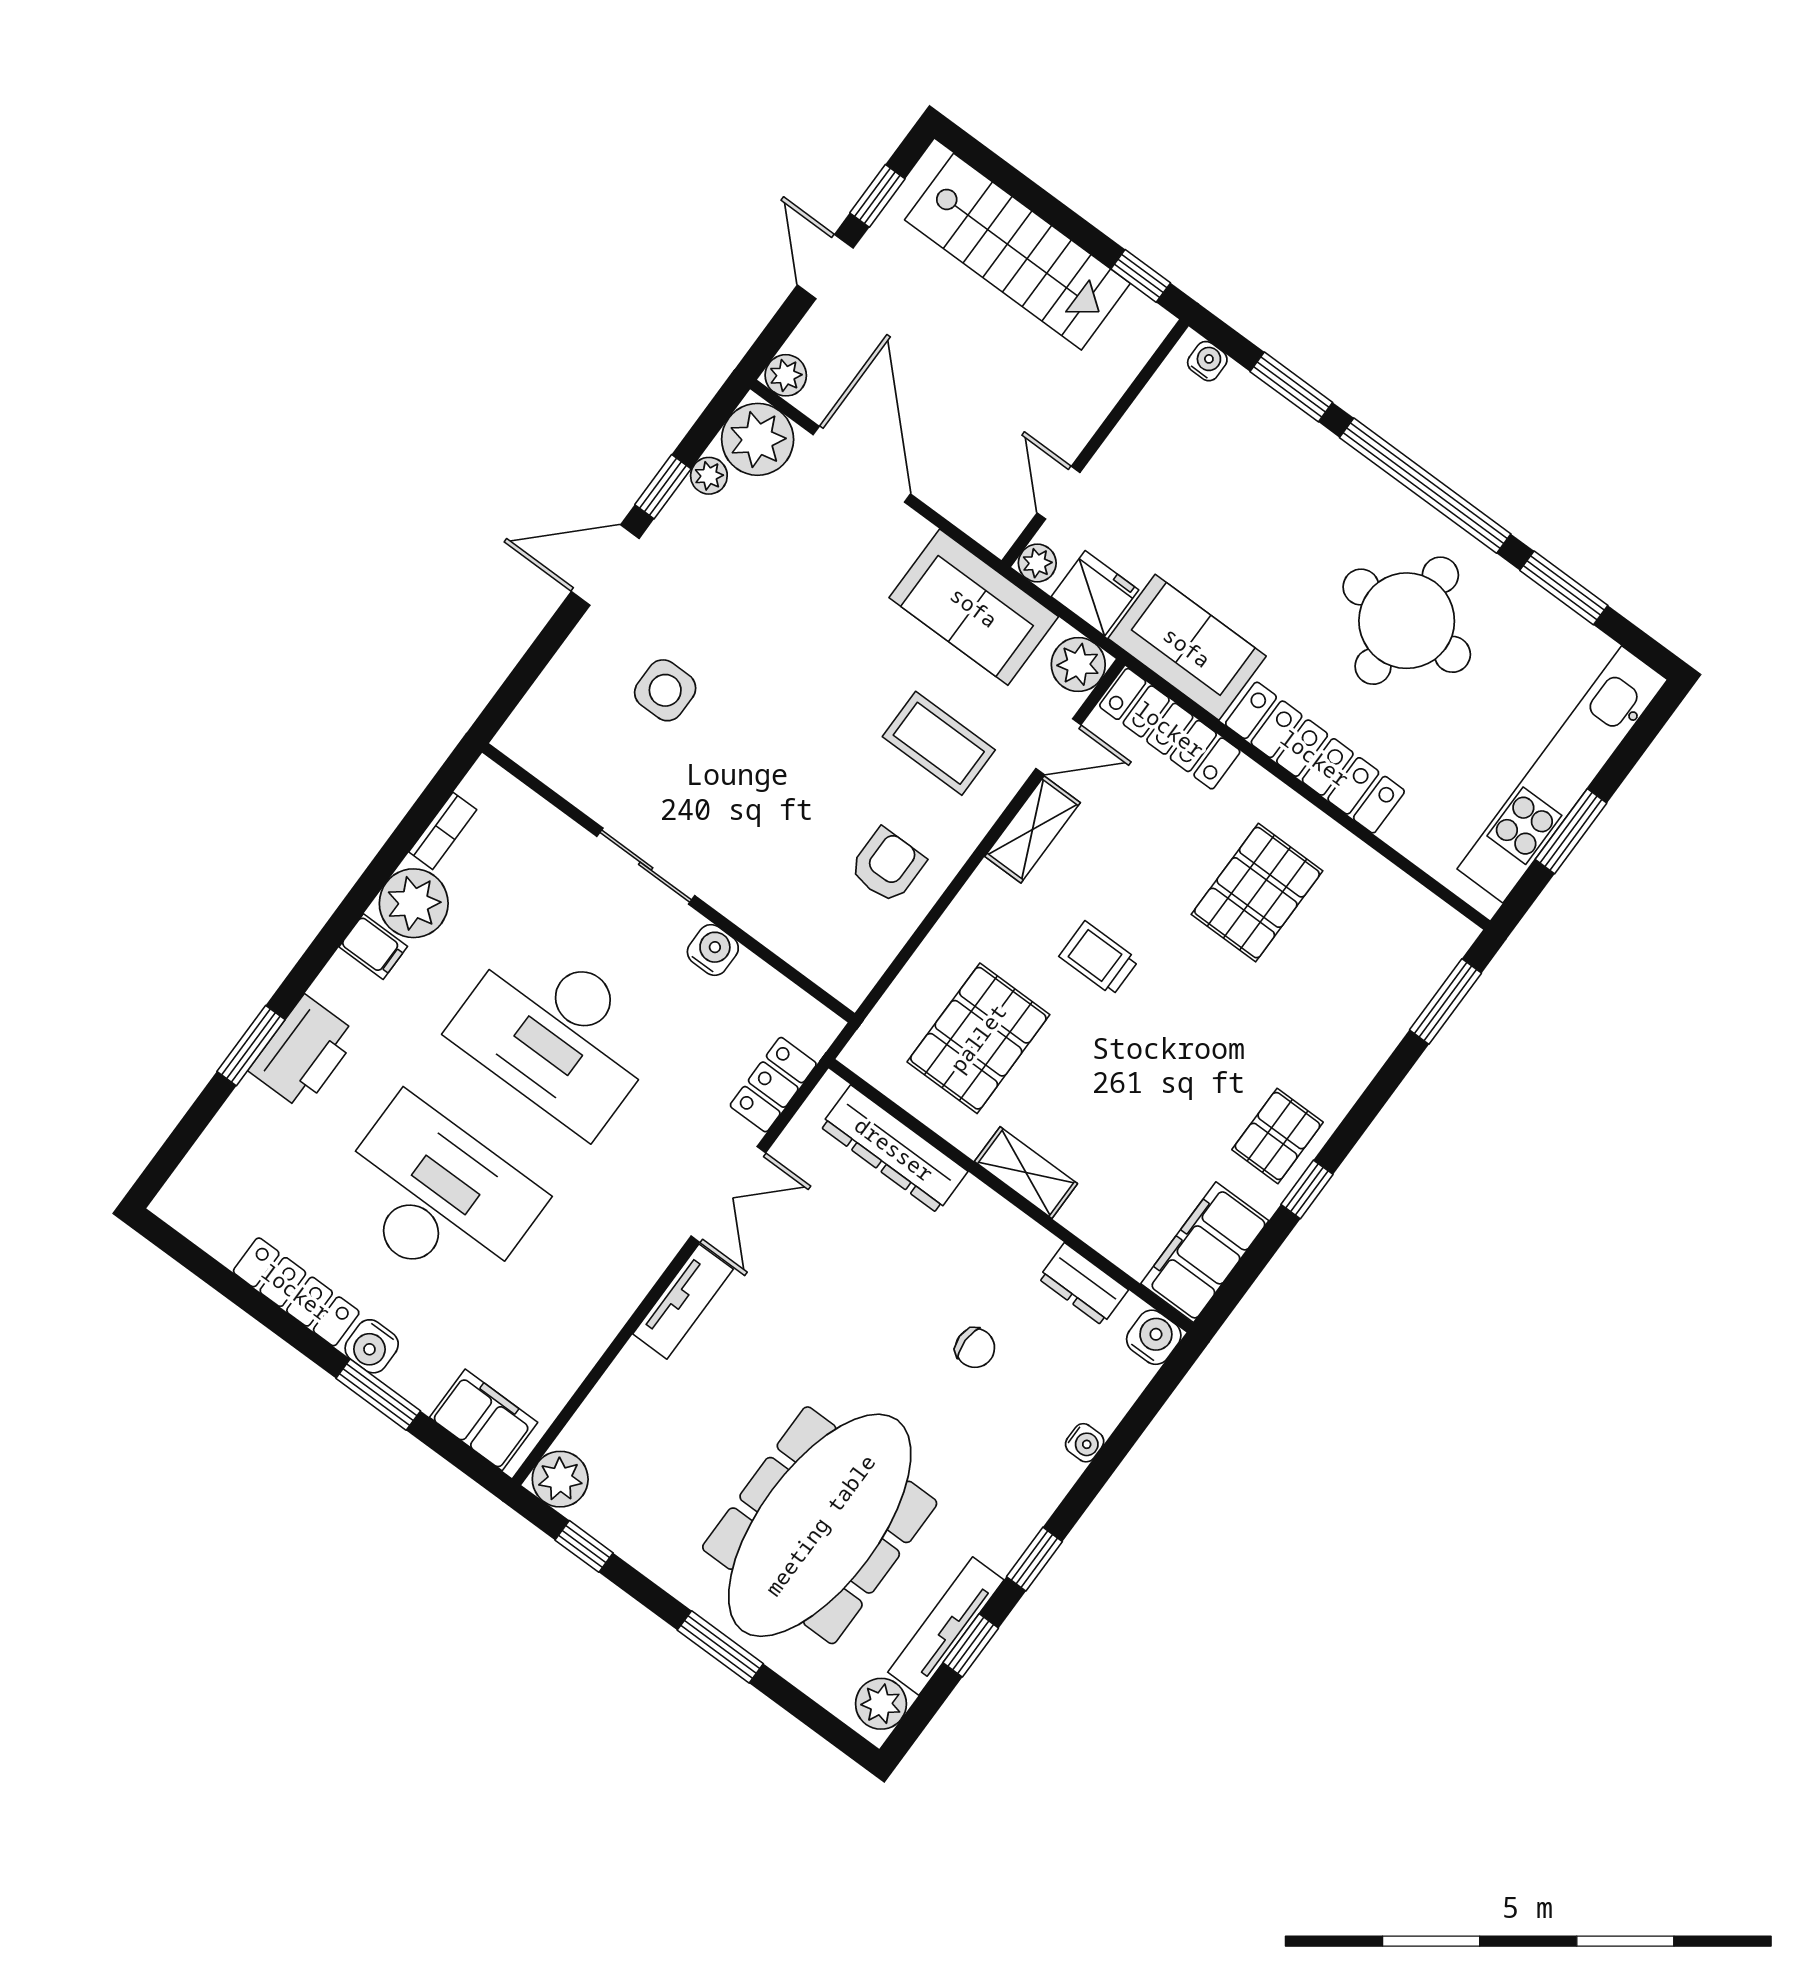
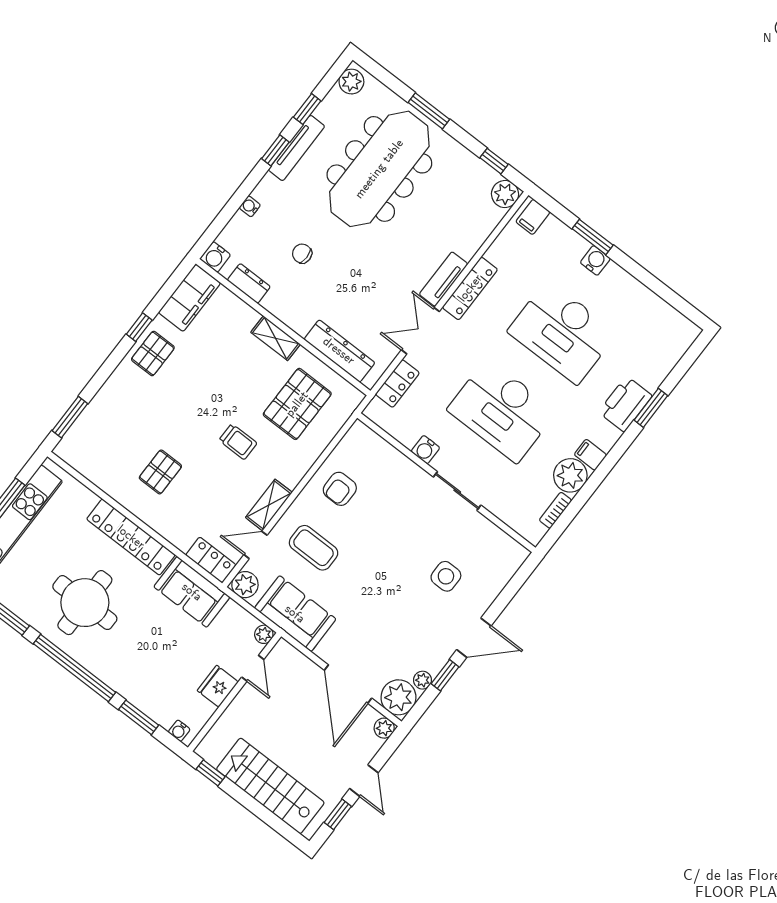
fridge: (1095, 593) -> (218, 686), moved, turned 90
locker: (1170, 729) -> (211, 560), width x0.66
pallet: (1257, 893) -> (160, 472), width x0.67, depth x0.71
desk: (557, 1033) -> (502, 411), turned 180
locker: (296, 1292) -> (470, 288), moved, turned -90
filing cabinet: (484, 1420) -> (533, 217), width x0.50
tv unit: (946, 1626) -> (297, 148), moved

